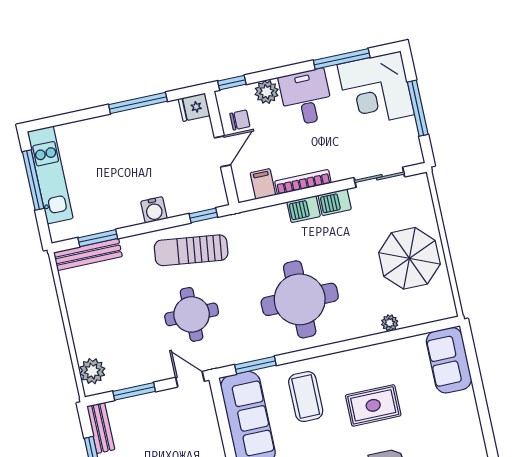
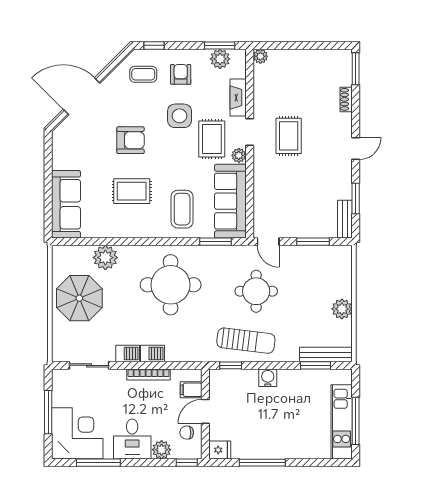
filing cabinet: (263, 184) -> (191, 390), moved, turned 90
plant: (390, 323) -> (105, 258), width x1.88, depth x1.88
sofa: (449, 360) -> (66, 204), width x1.36
plant: (92, 371) -> (342, 309), moved

